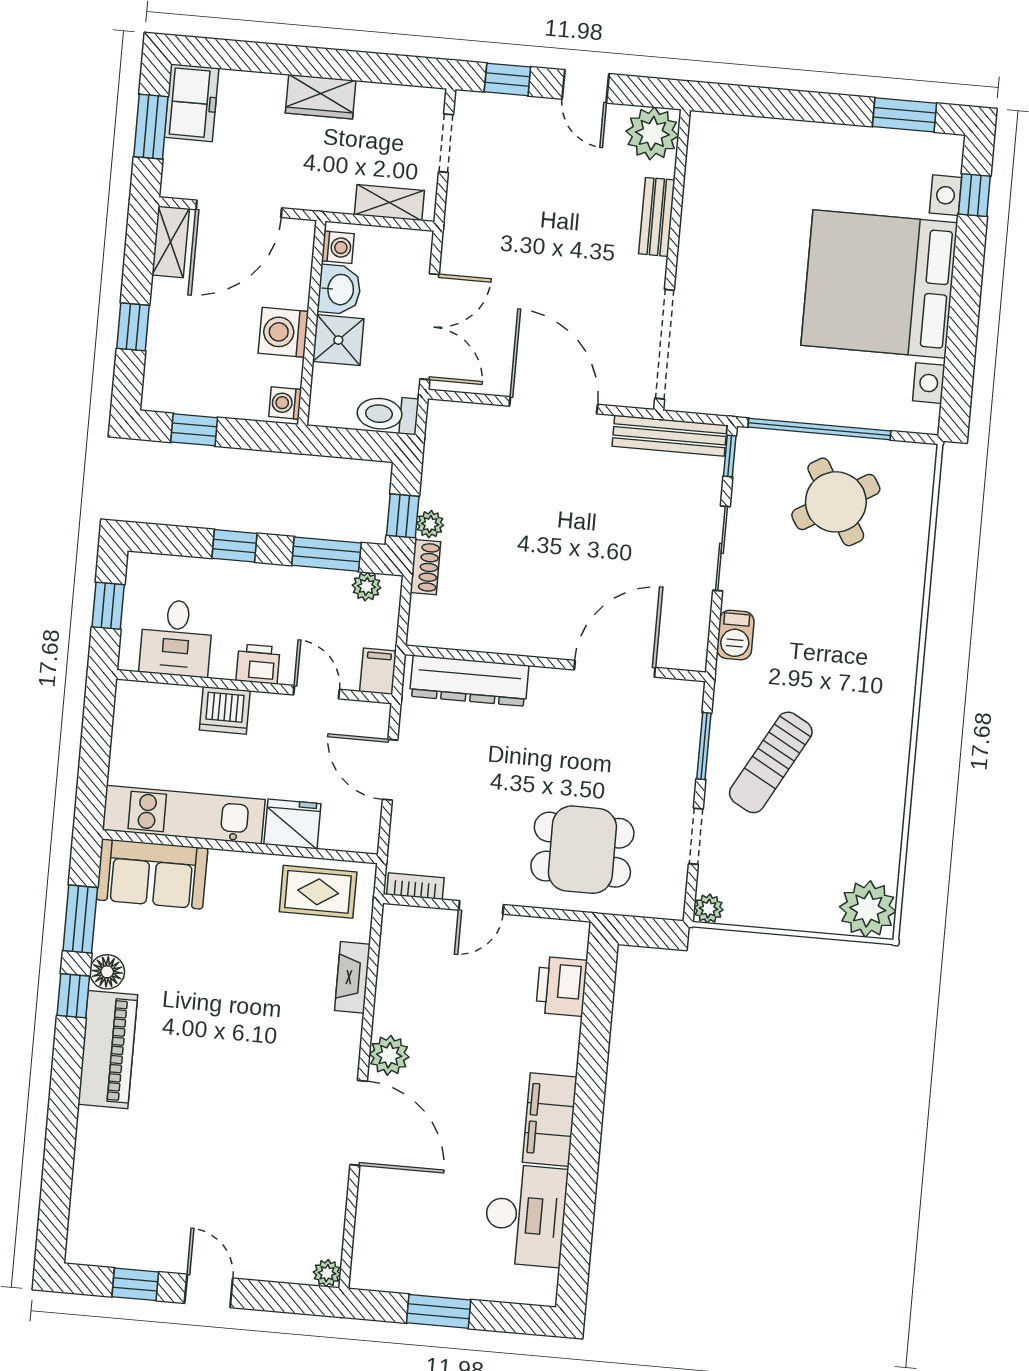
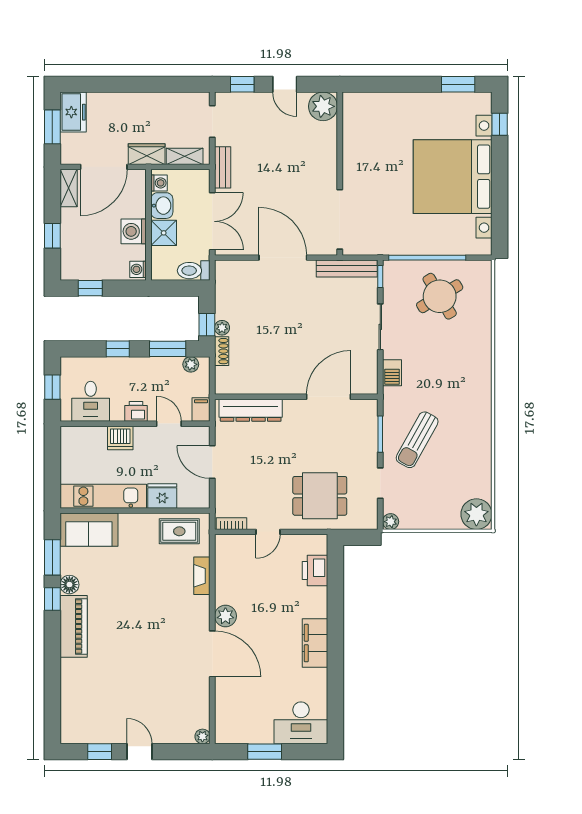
wardrobe: (321, 97) -> (147, 154), moved, turned 180
bench: (657, 217) -> (223, 167), moved
desk: (526, 1215) -> (301, 723), moved, turned 90

